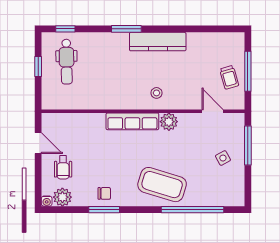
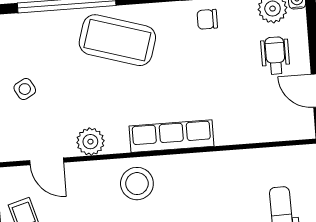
stool: (156, 93) -> (137, 184), width x1.89, depth x1.89
plant: (169, 122) -> (90, 142), moved

